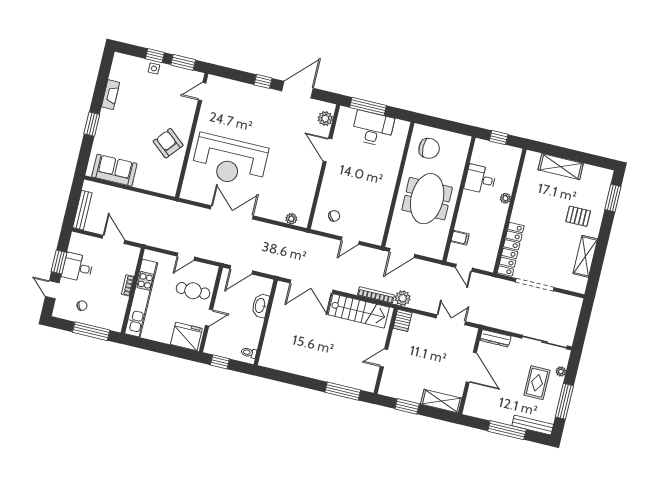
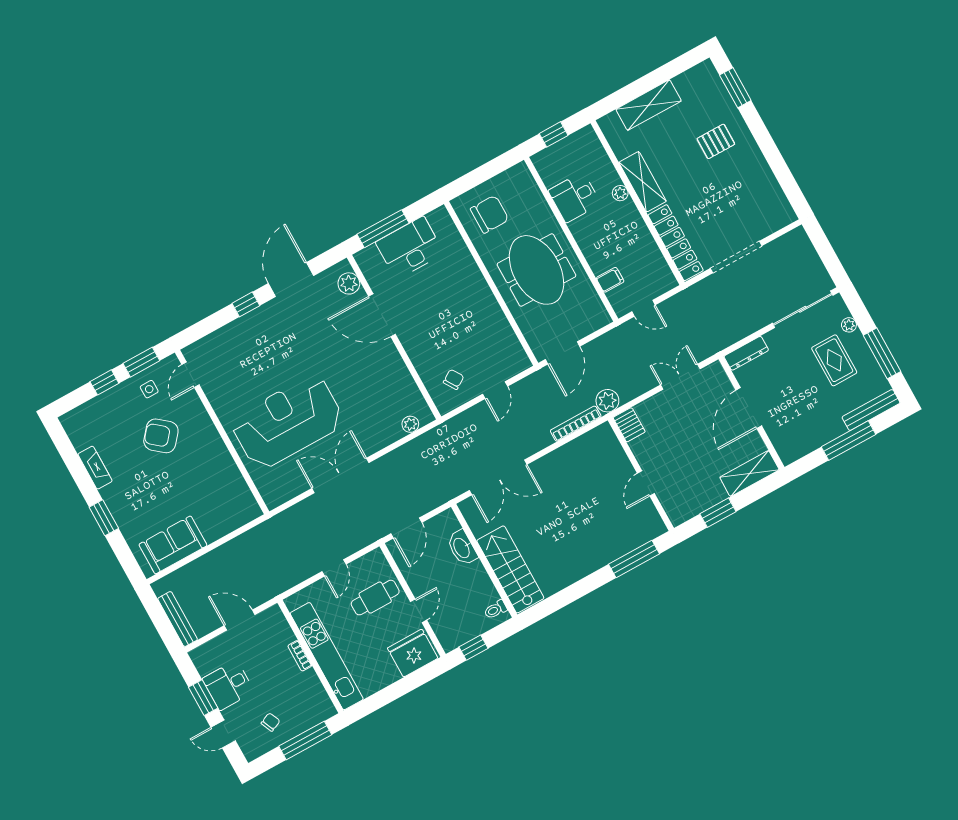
side table: (154, 68) -> (149, 389), moved
armchair: (168, 143) -> (161, 436), moved
door: (327, 150) -> (382, 315), width x1.36
reception desk: (230, 161) -> (287, 422), turned 180
shelving: (585, 256) -> (643, 182), moved
stairs: (359, 311) -> (510, 569), moved, turned -90
door: (471, 367) -> (749, 408), swing flipped

